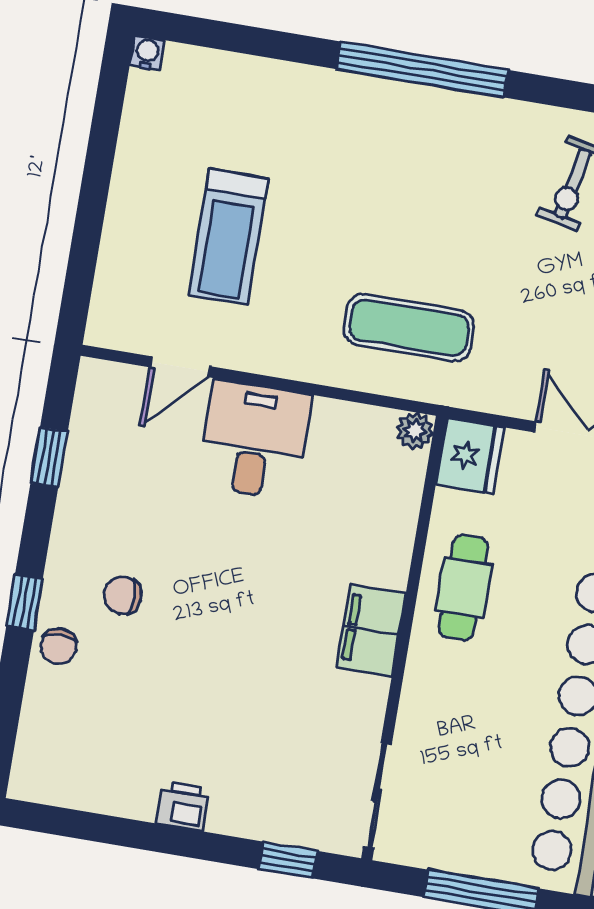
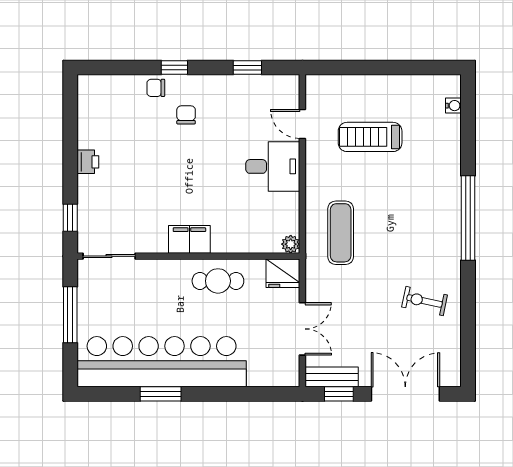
water cooler: (147, 53) -> (453, 106), moved

